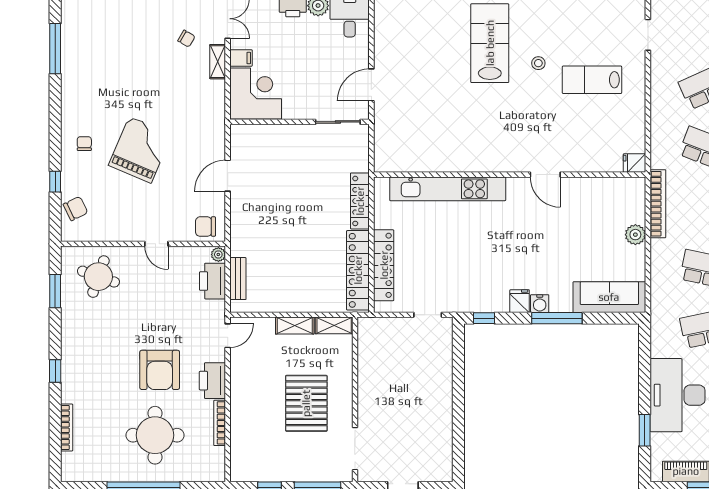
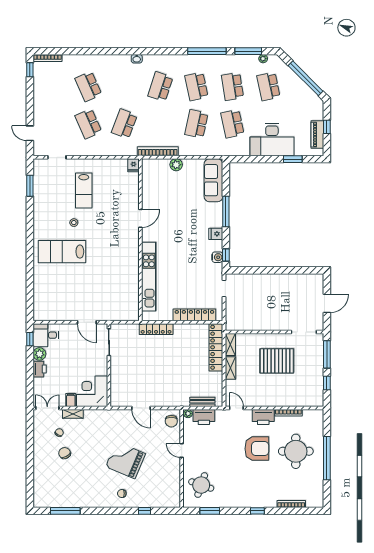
chair: (76, 209) -> (65, 453), moved
door: (156, 244) -> (182, 450), swing flipped
locker: (358, 270) -> (216, 347), moved, turned 90
water cooler: (540, 304) -> (217, 257), moved

